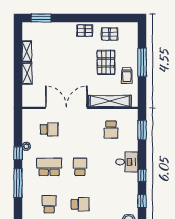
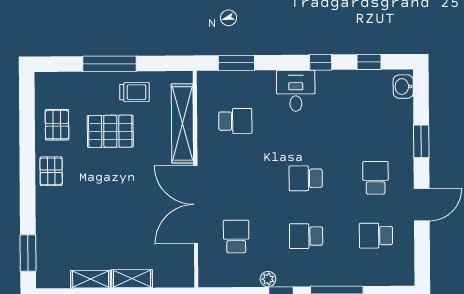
school desk: (49, 167) -> (306, 236), width x0.54

